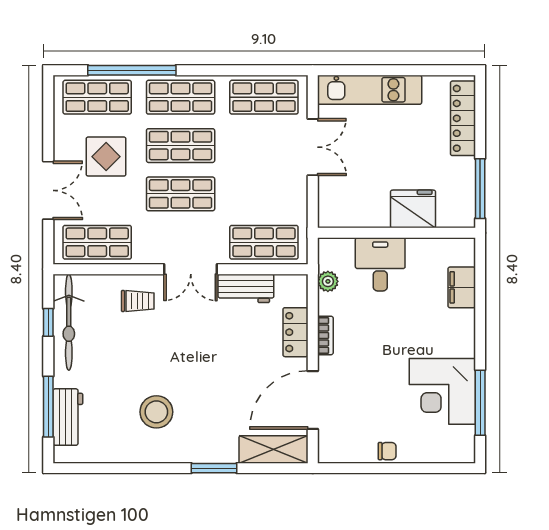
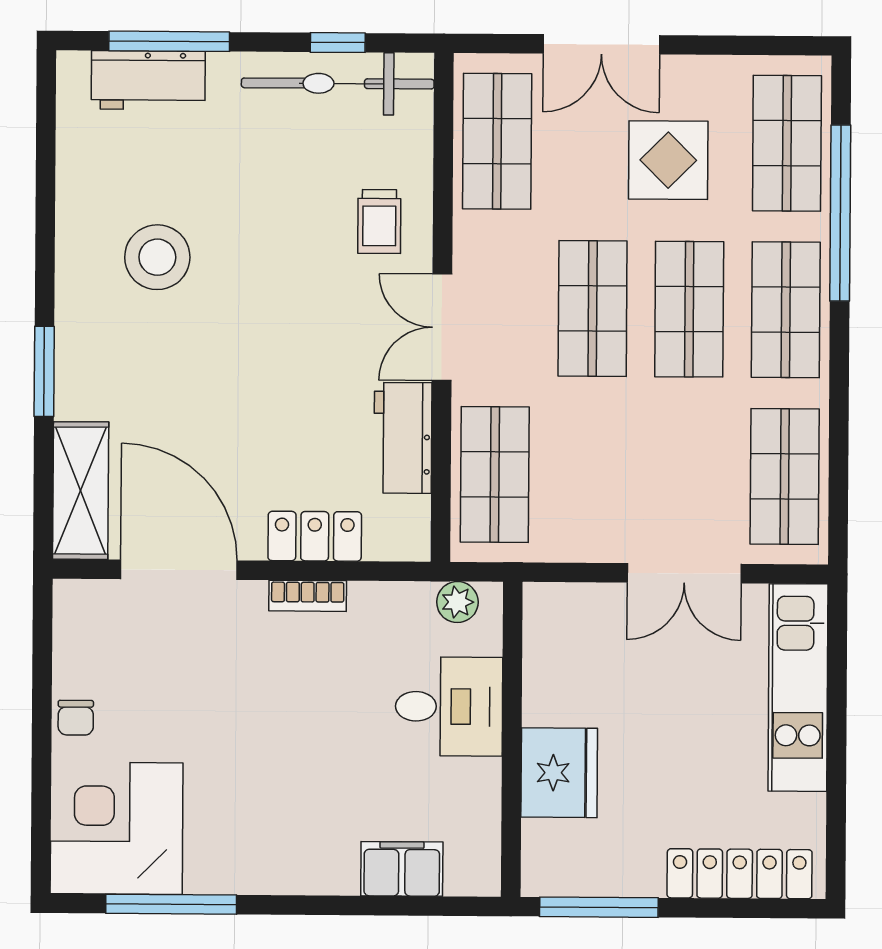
plant: (328, 281) -> (457, 602), moved
corner desk: (442, 391) -> (117, 828), moved

